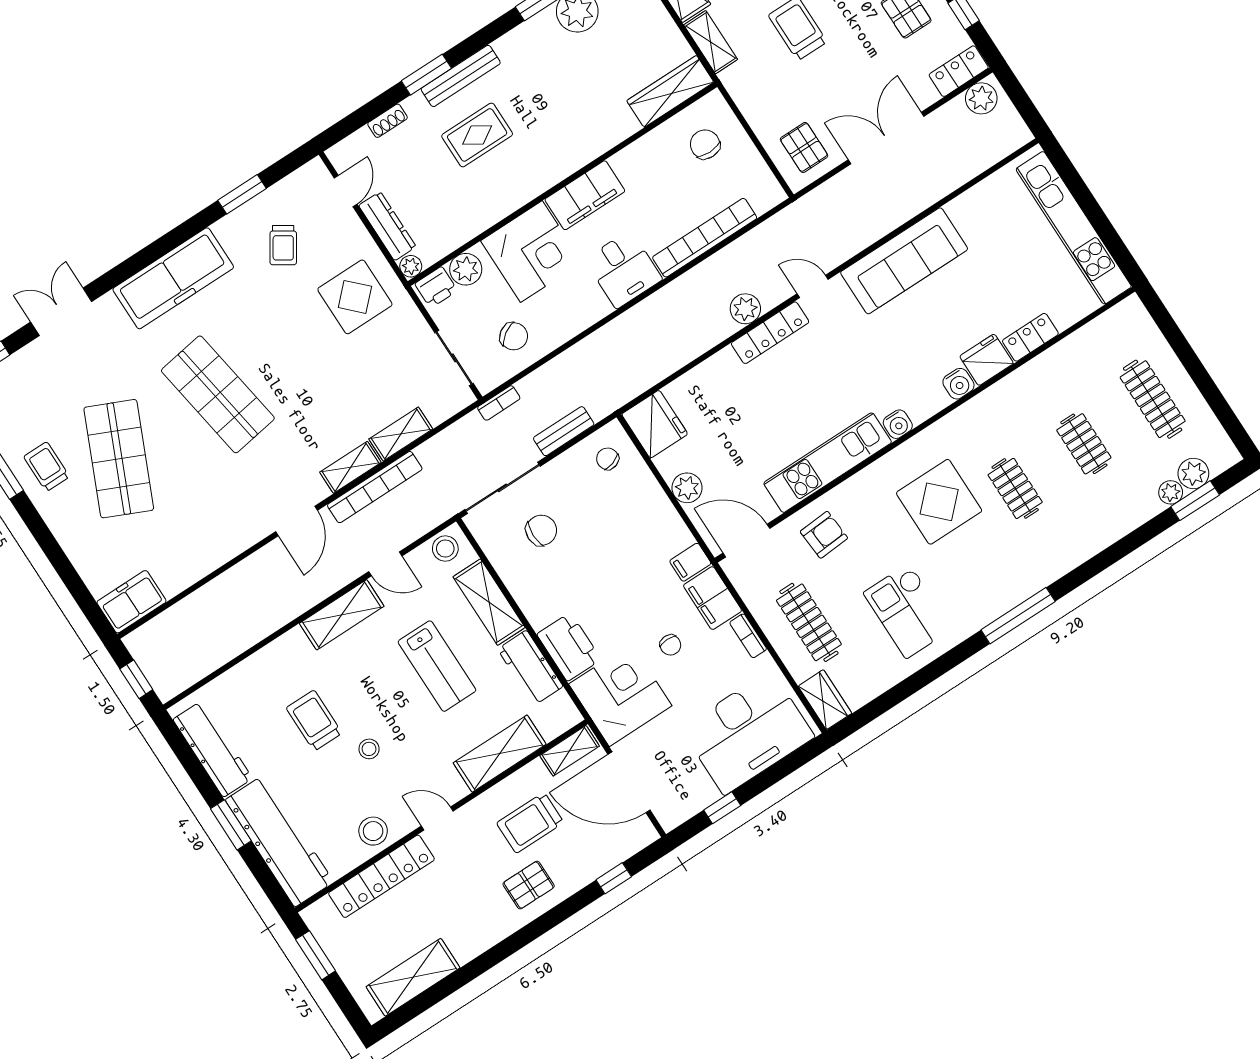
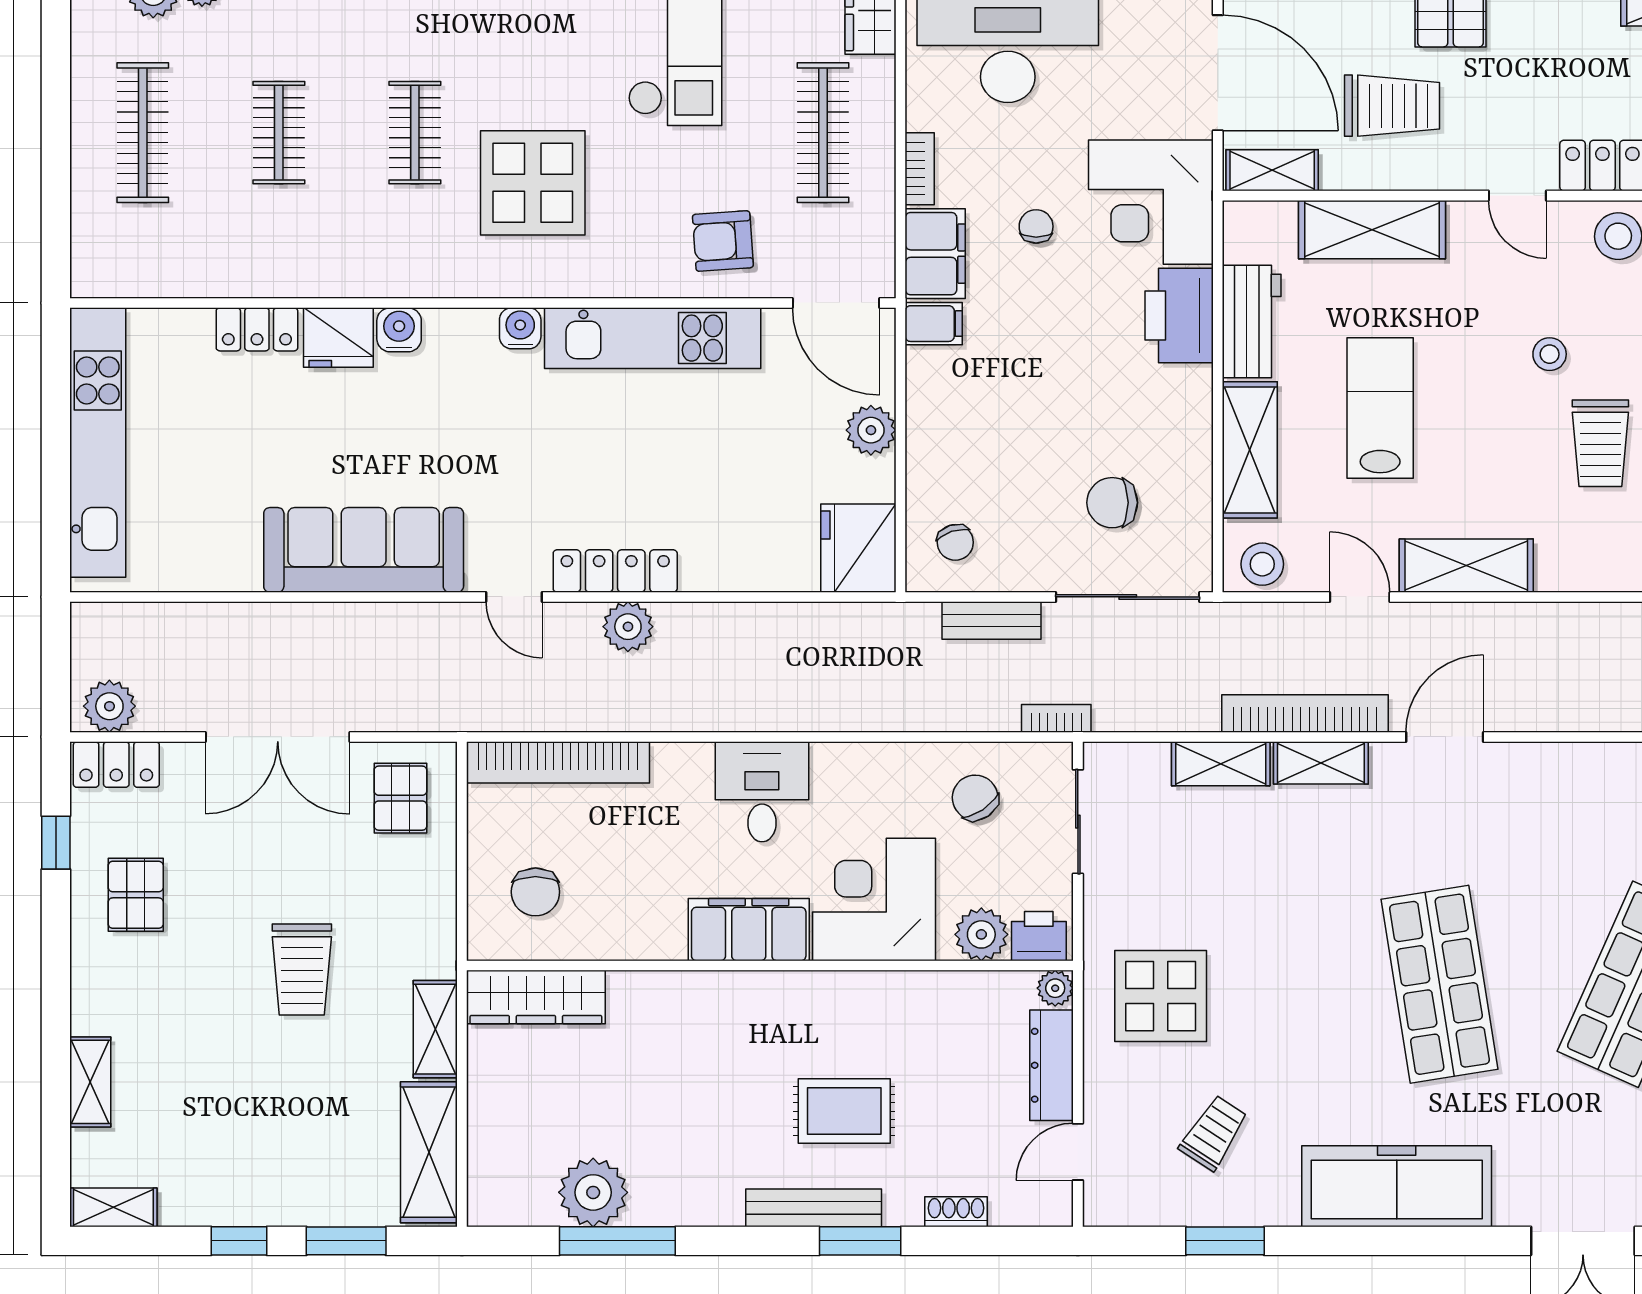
bookcase: (705, 238) -> (558, 762), moved

